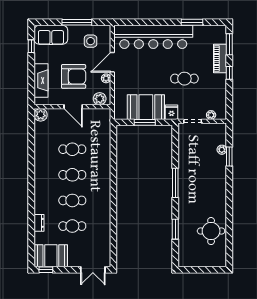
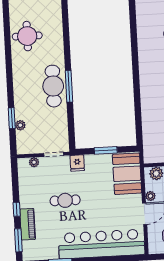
booth: (146, 107) -> (127, 174), moved, turned 90
cafe table: (190, 184) -> (53, 86), added
window: (175, 229) -> (66, 36), removed

